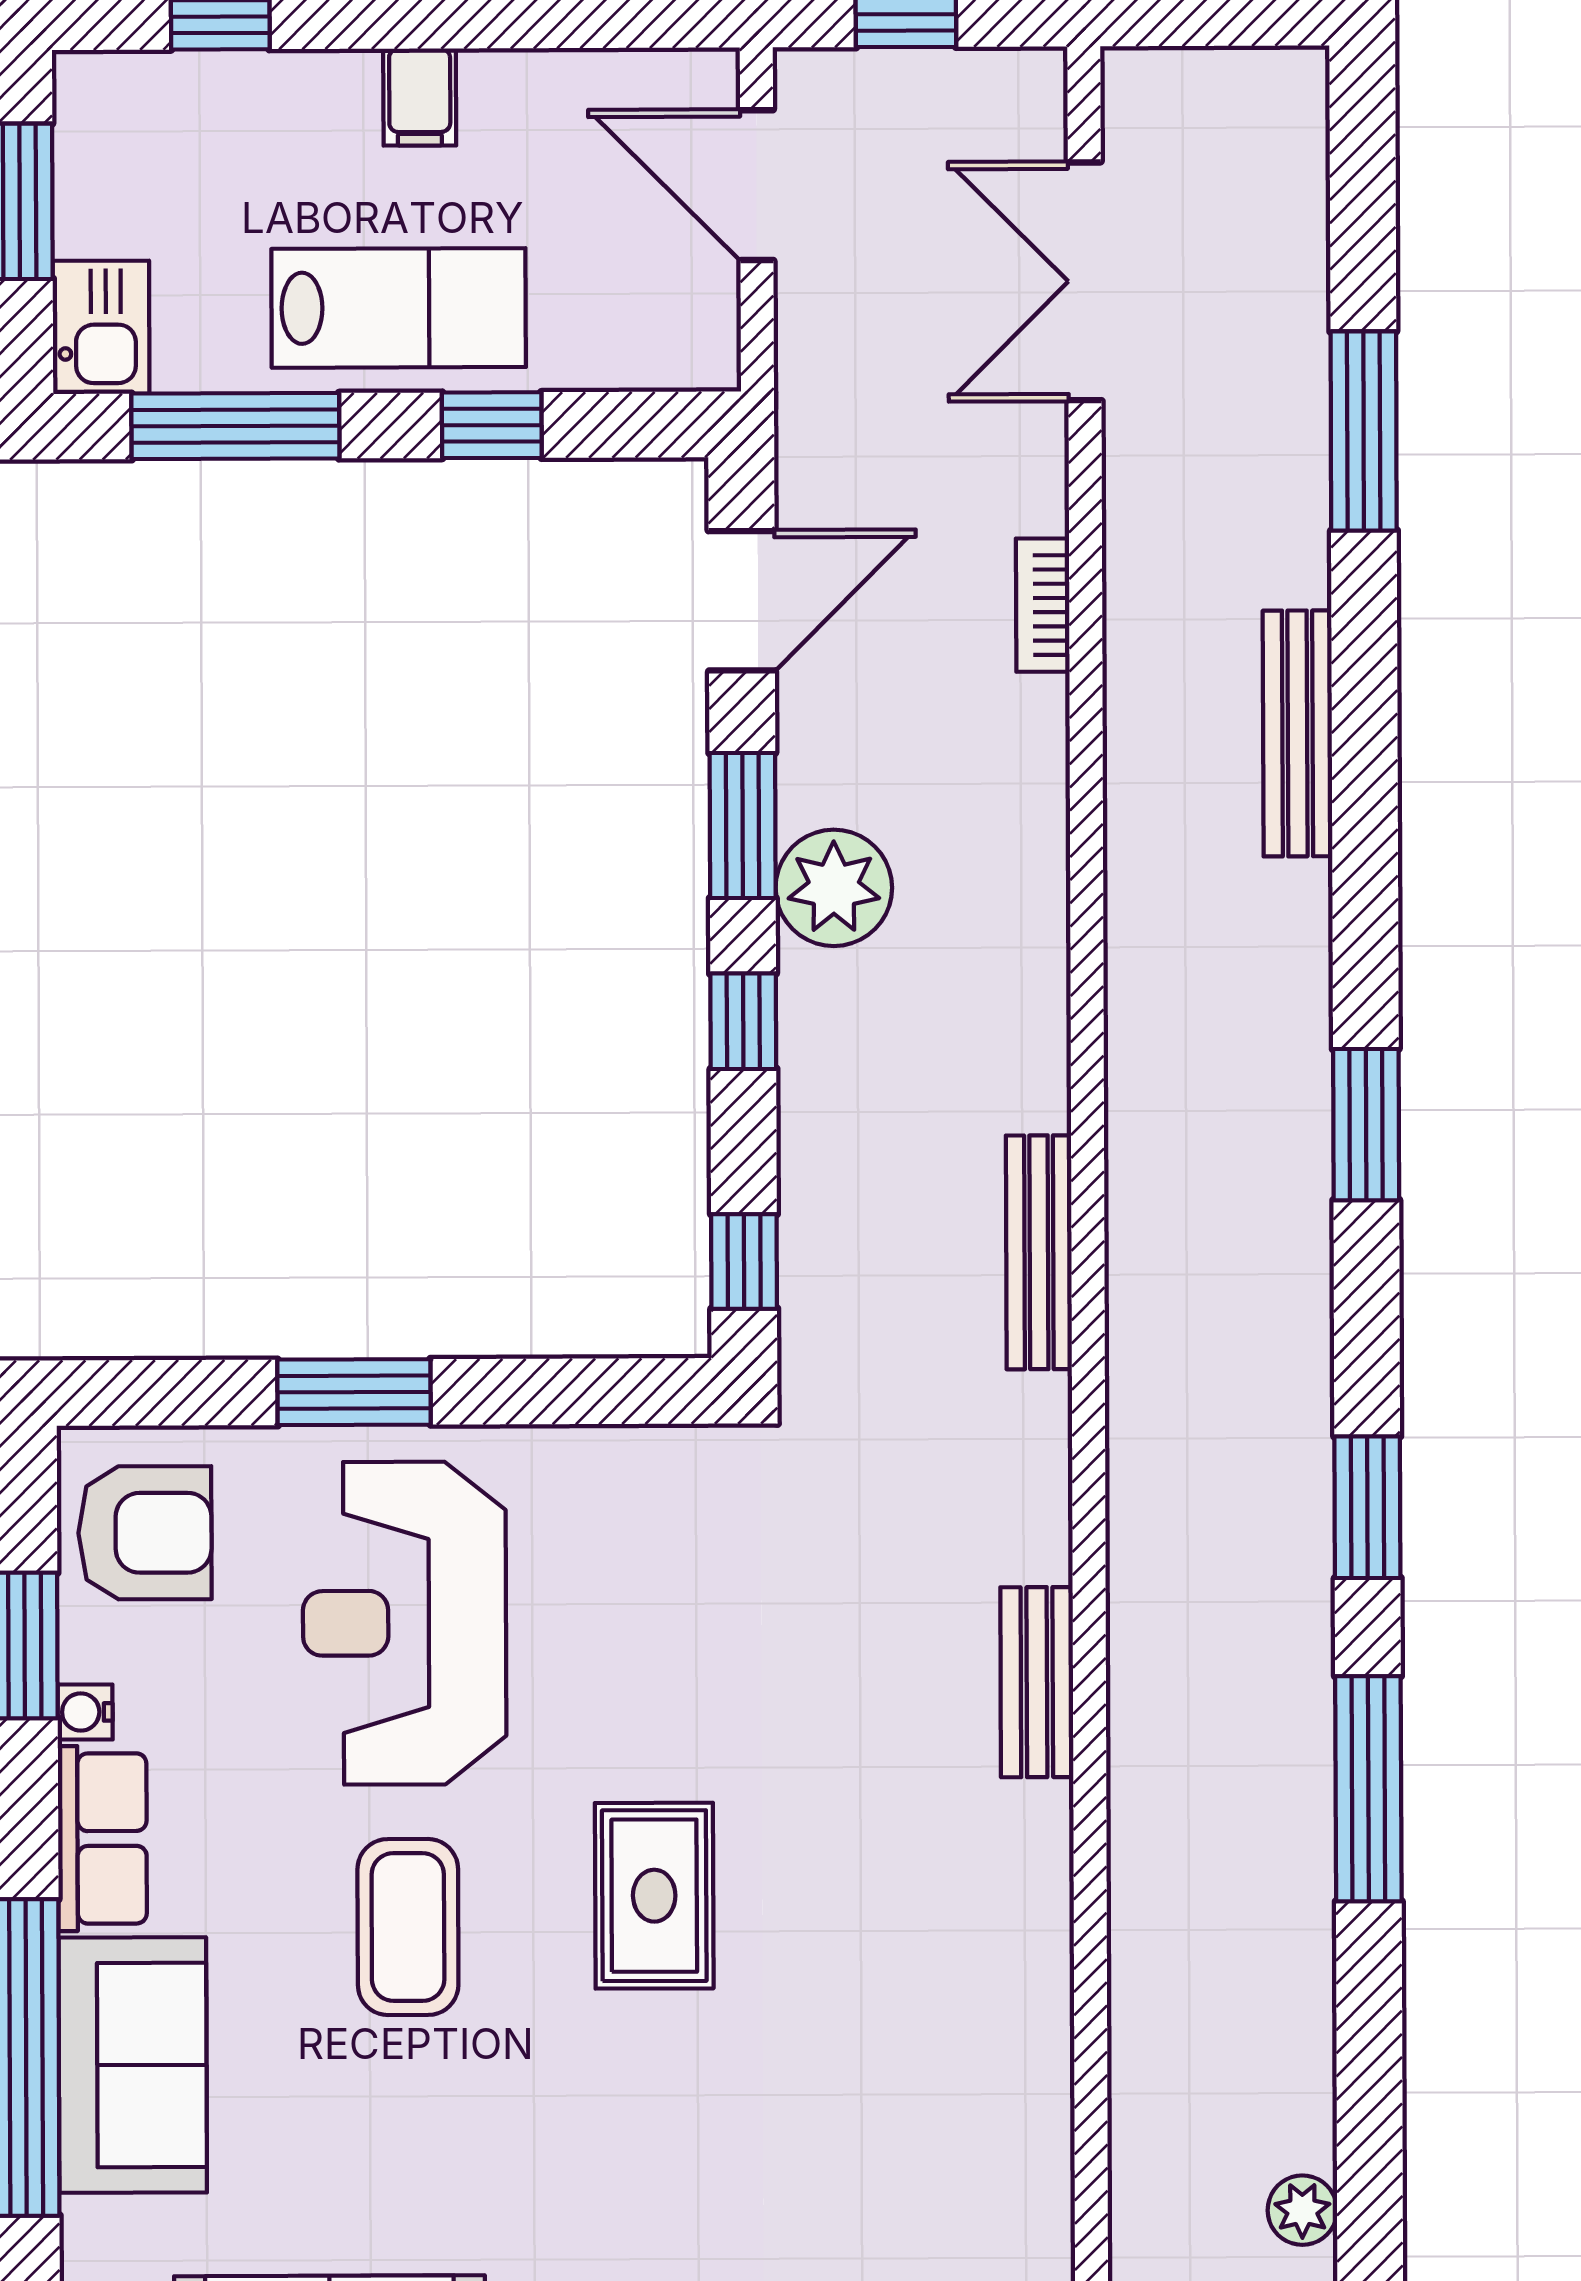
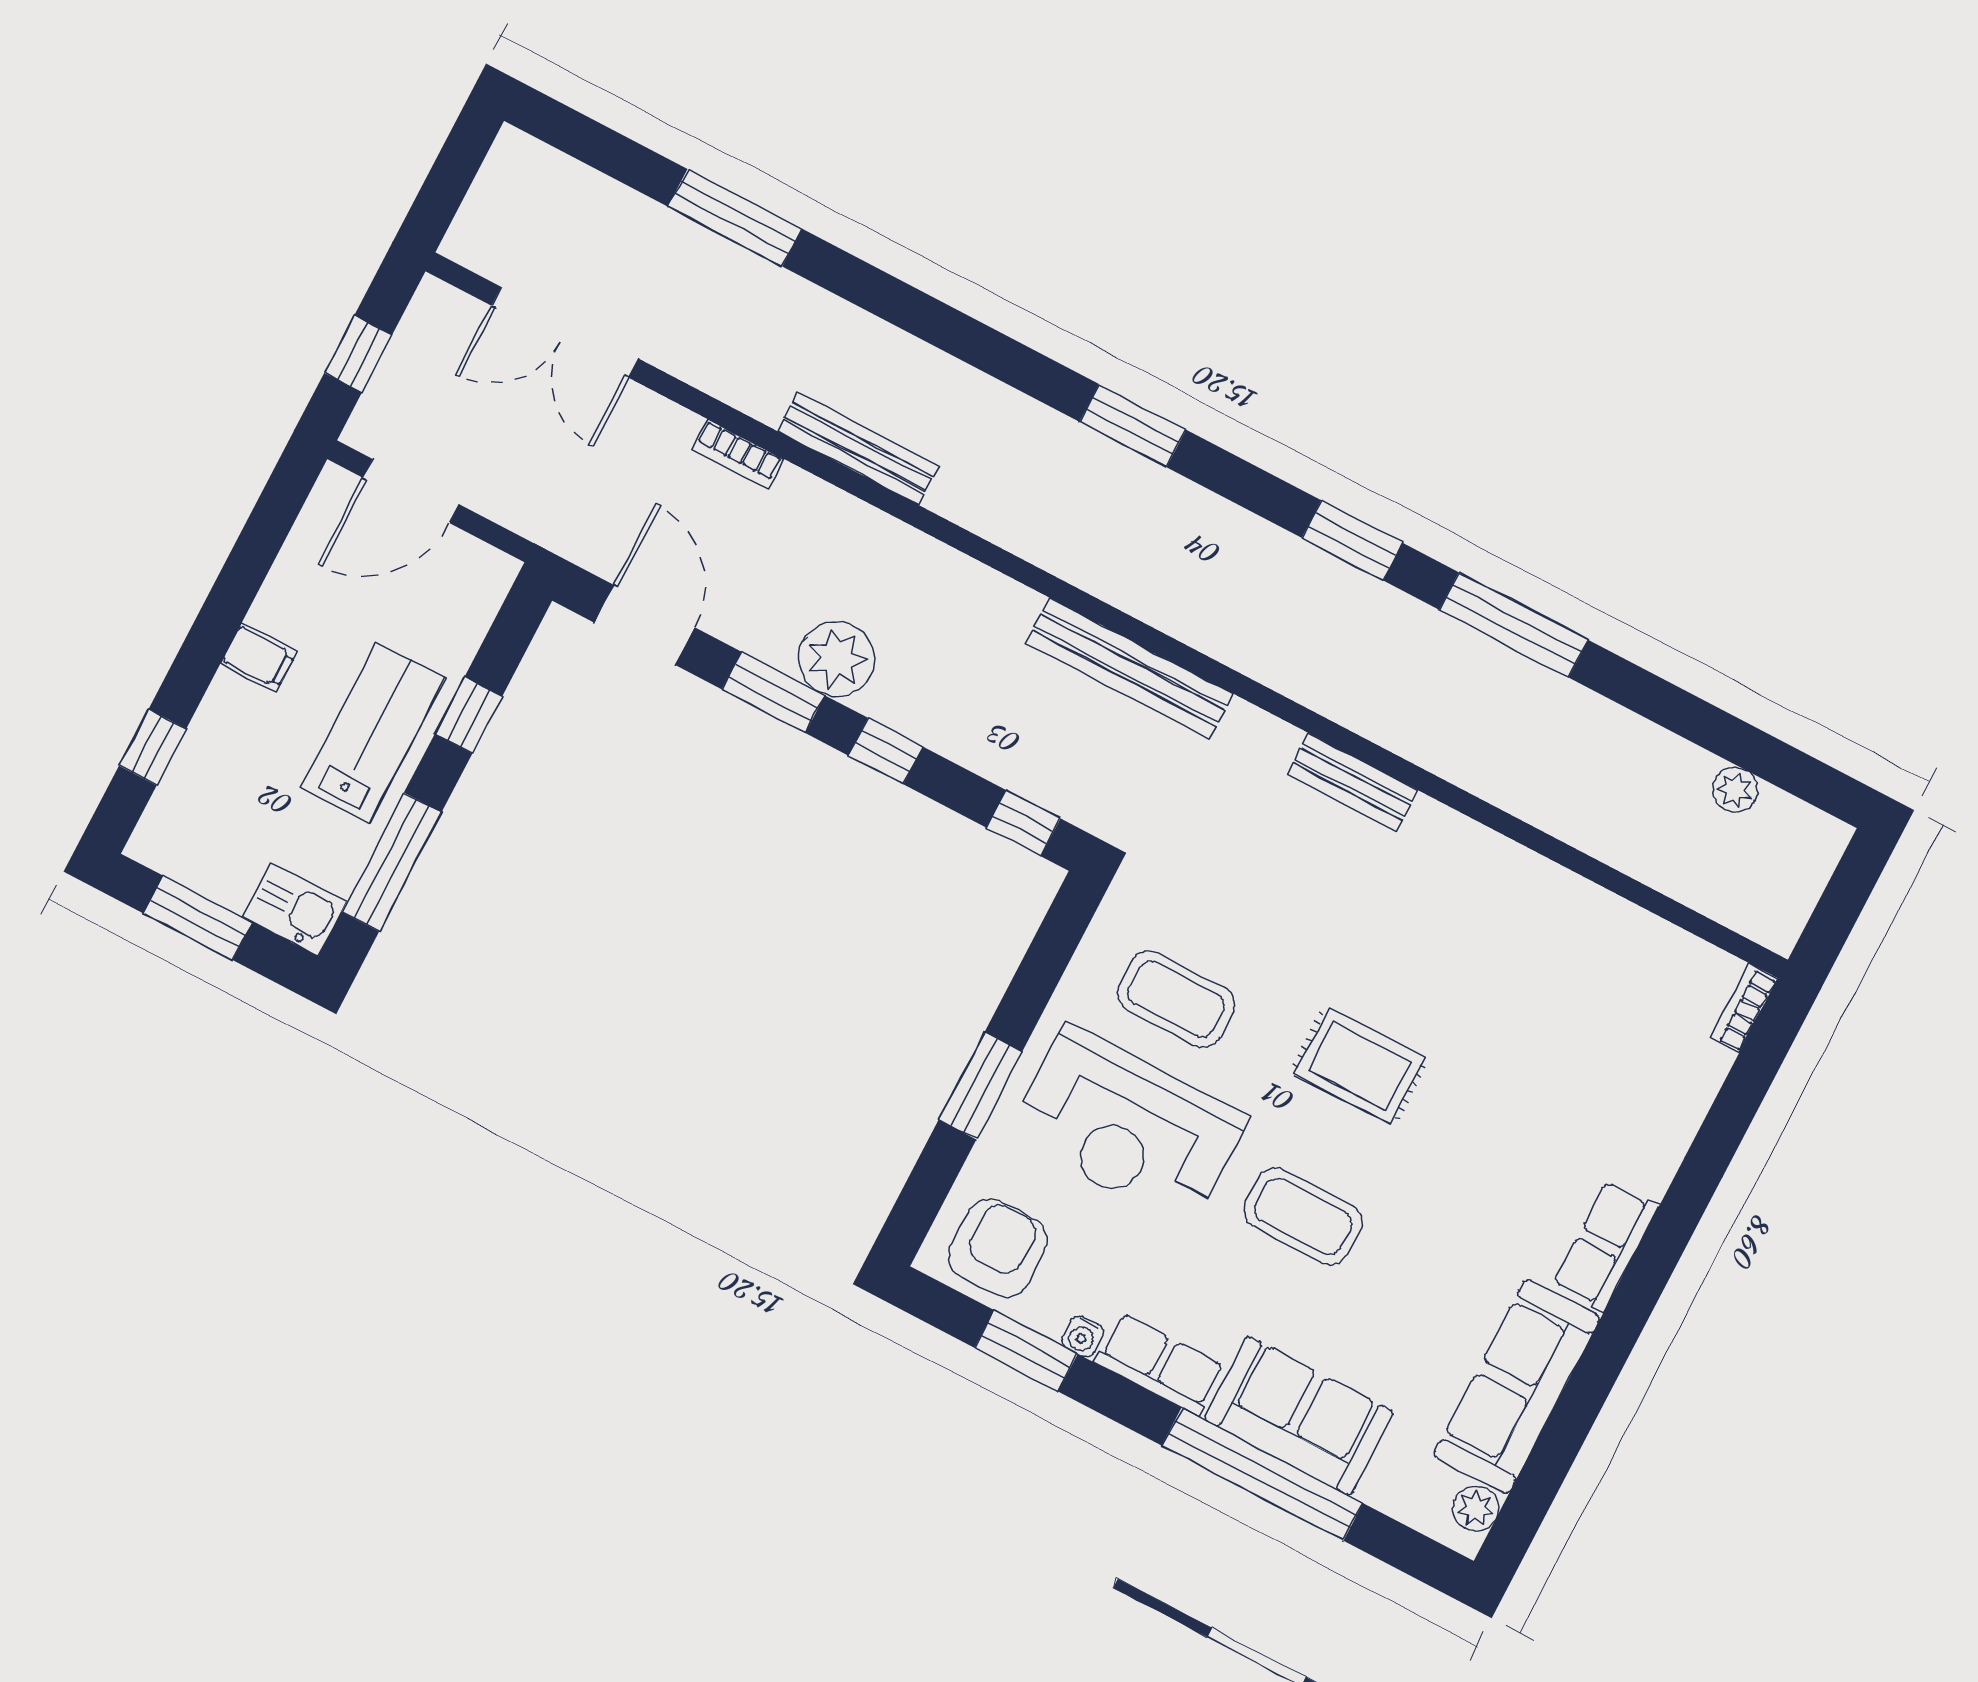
bench: (1298, 733) -> (858, 448), moved
bench: (1039, 1252) -> (1130, 668), width x1.37, depth x1.21
coffee table: (613, 1597) -> (1176, 999), added

